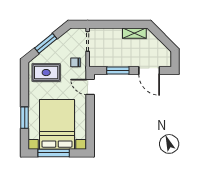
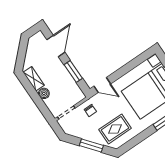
boiler: (116, 33) -> (44, 93), added
rug: (46, 73) -> (115, 129), turned 90
door: (90, 87) -> (102, 85), hinge flipped

